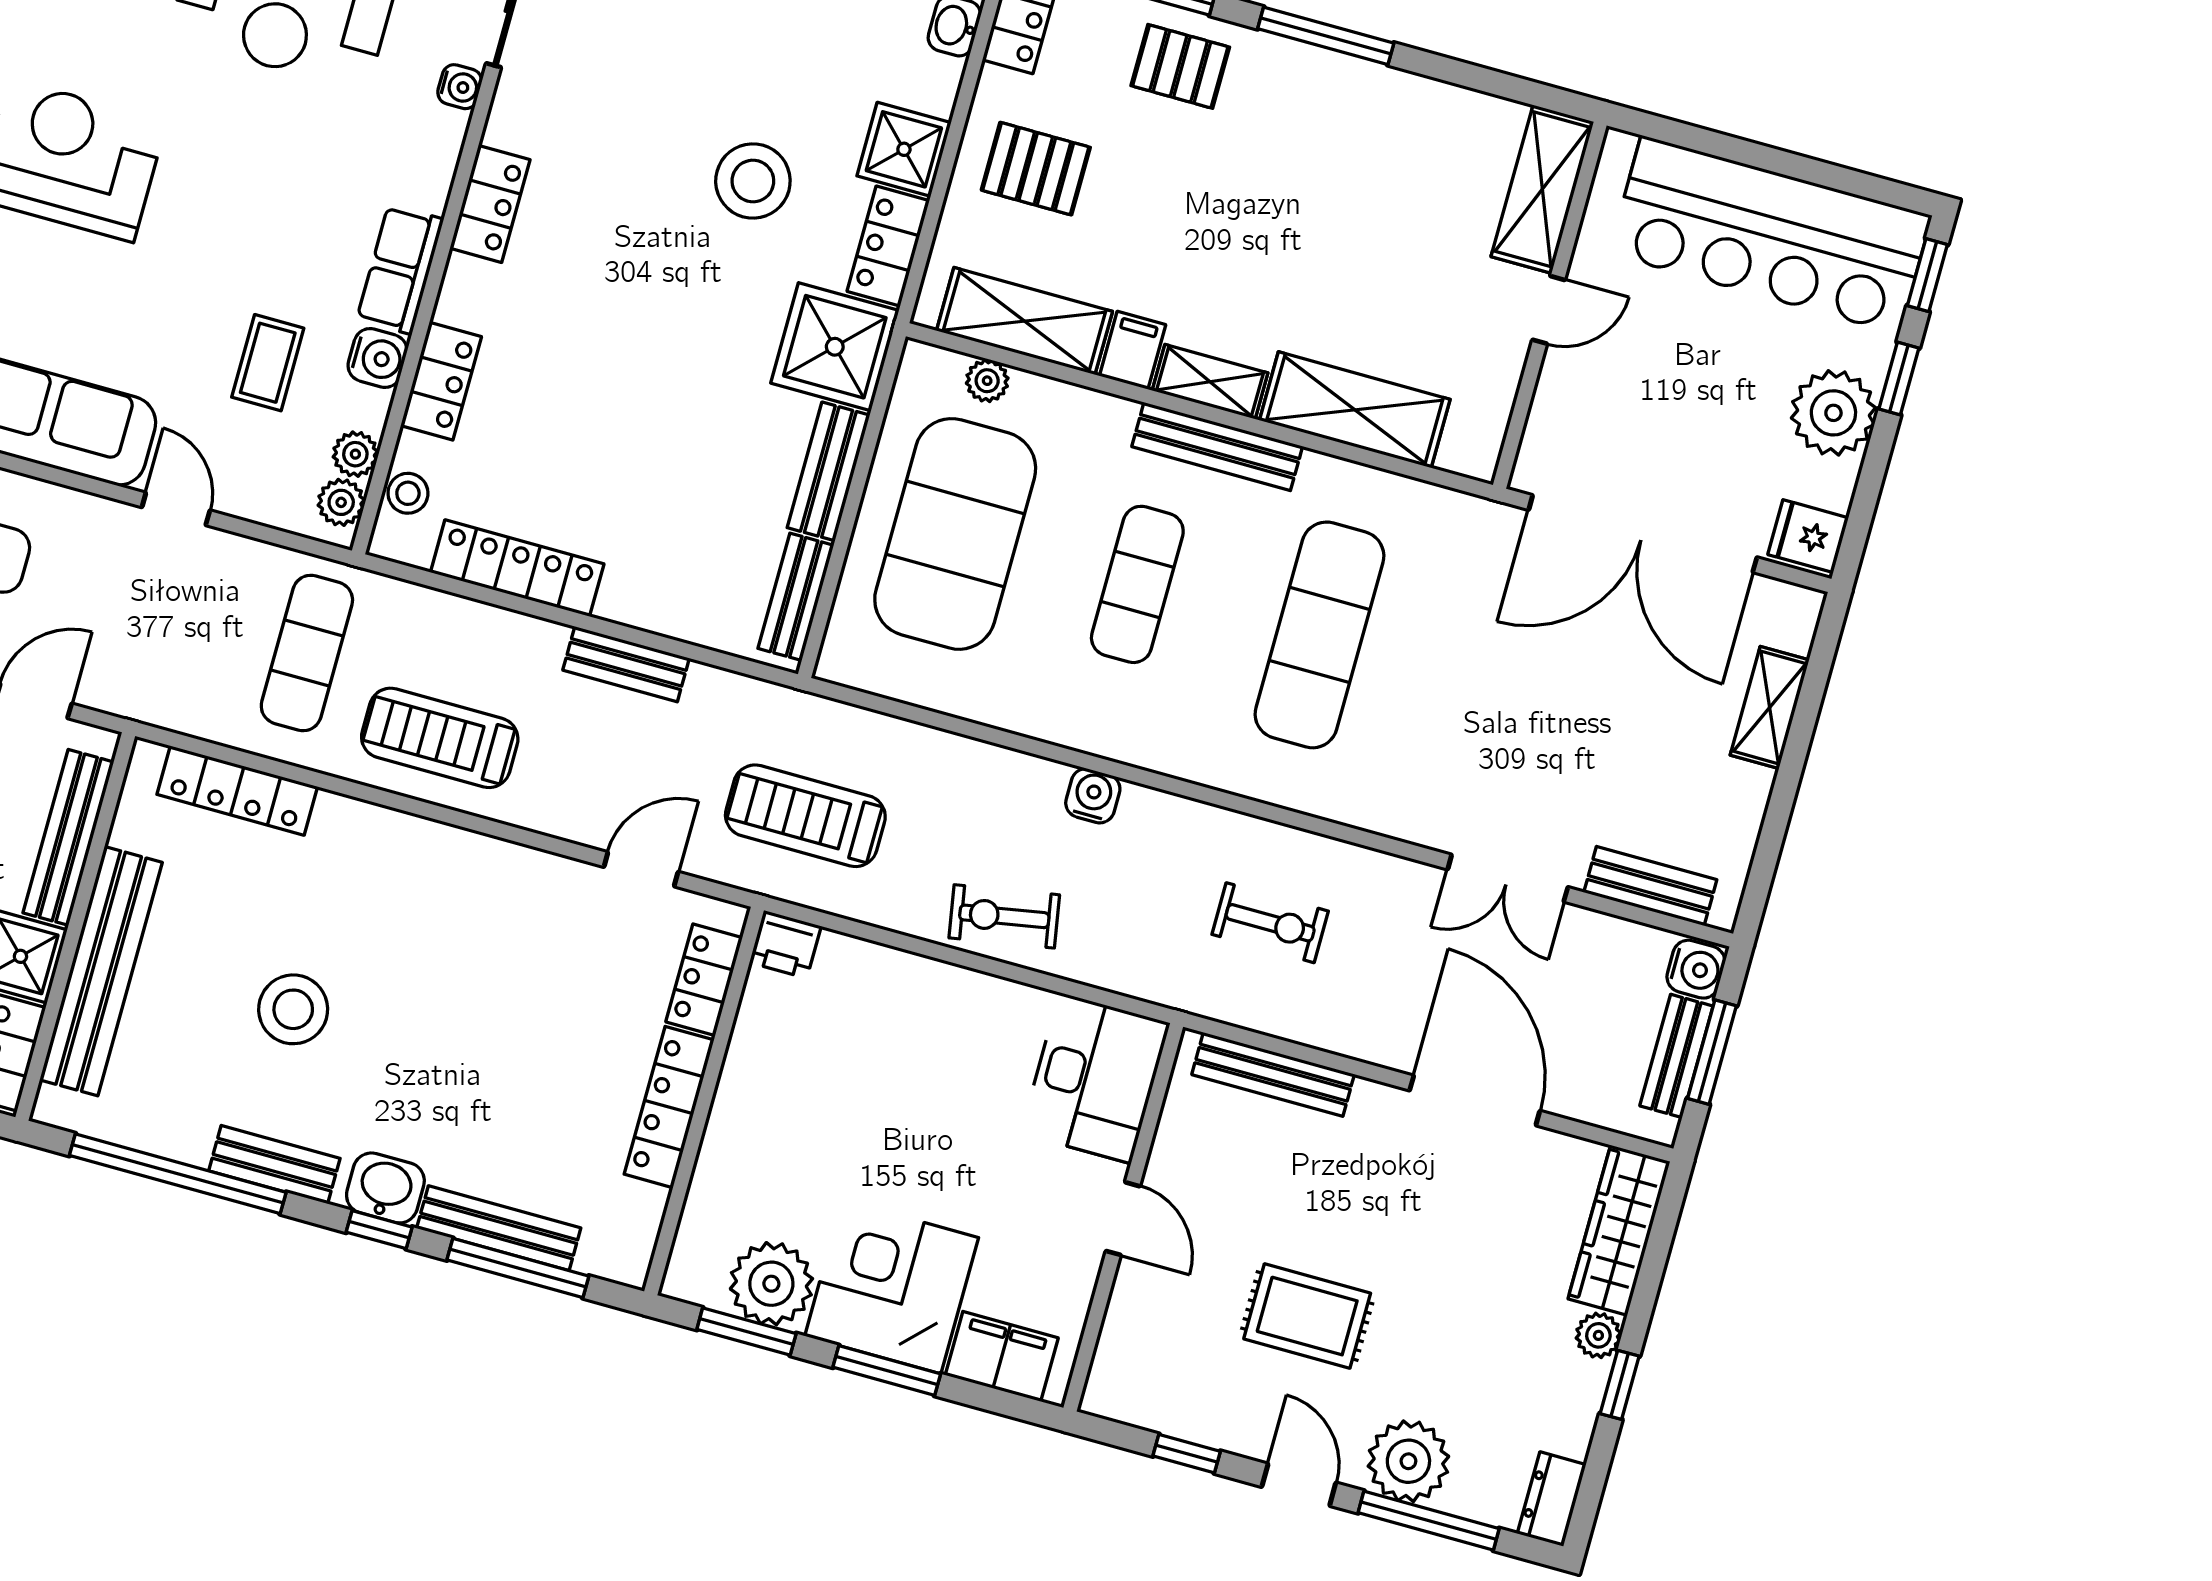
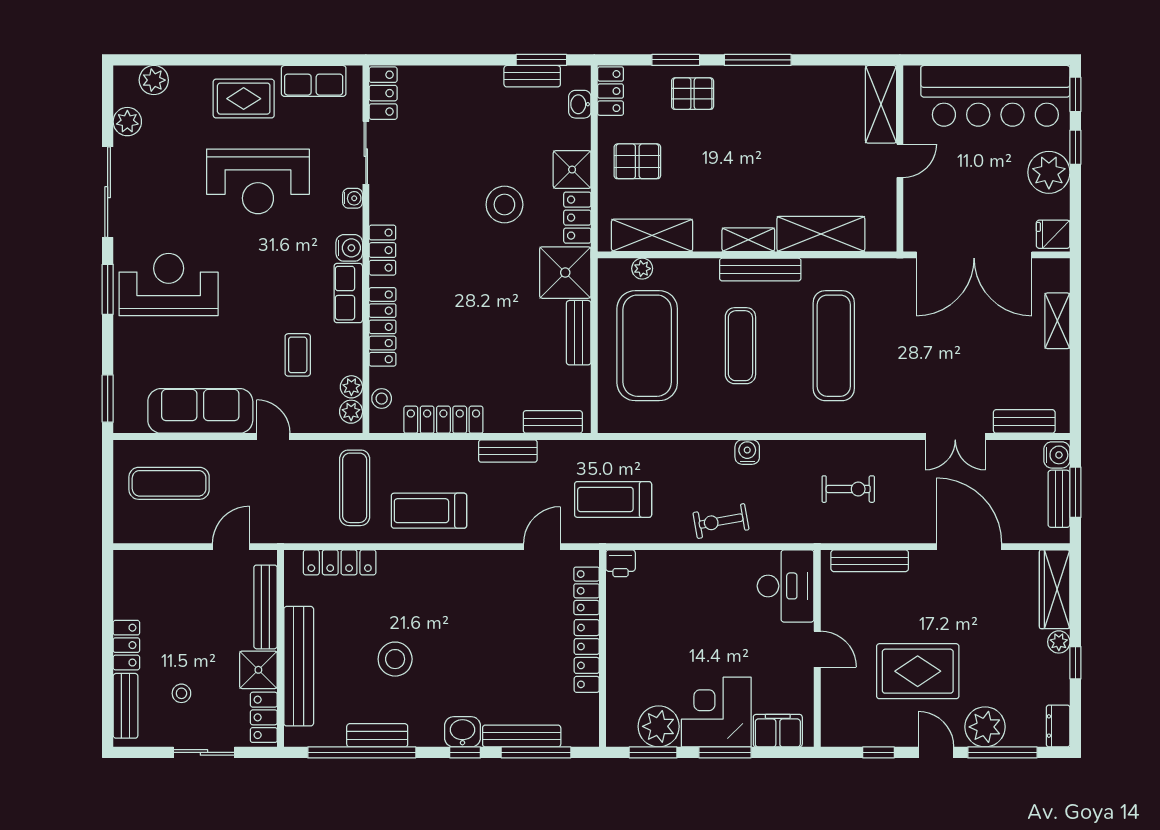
filing cabinet: (1133, 350) -> (707, 235), removed
water cooler: (377, 358) -> (349, 248), moved
locker: (441, 381) -> (383, 327), width x1.53
bench: (796, 597) -> (553, 422), moved, turned 90
bench: (274, 1165) -> (377, 735), moved
rug: (1307, 1316) -> (918, 671), width x1.36, depth x1.43

